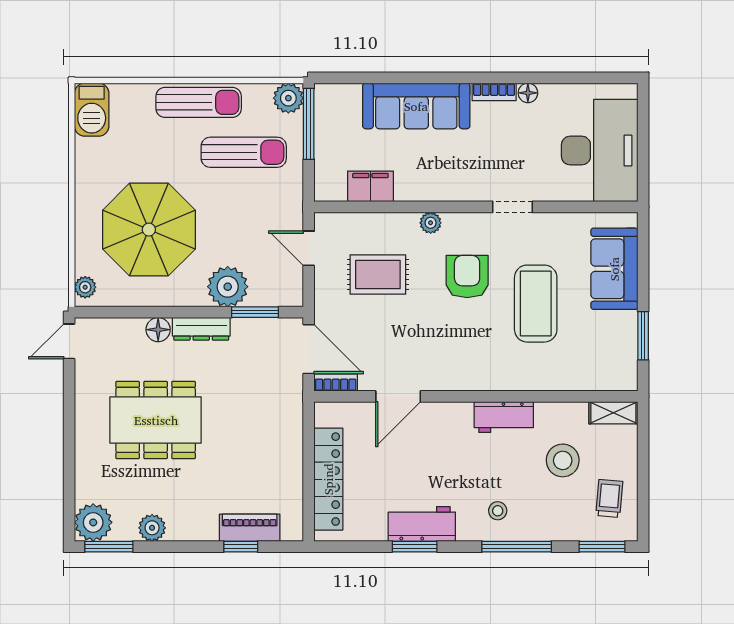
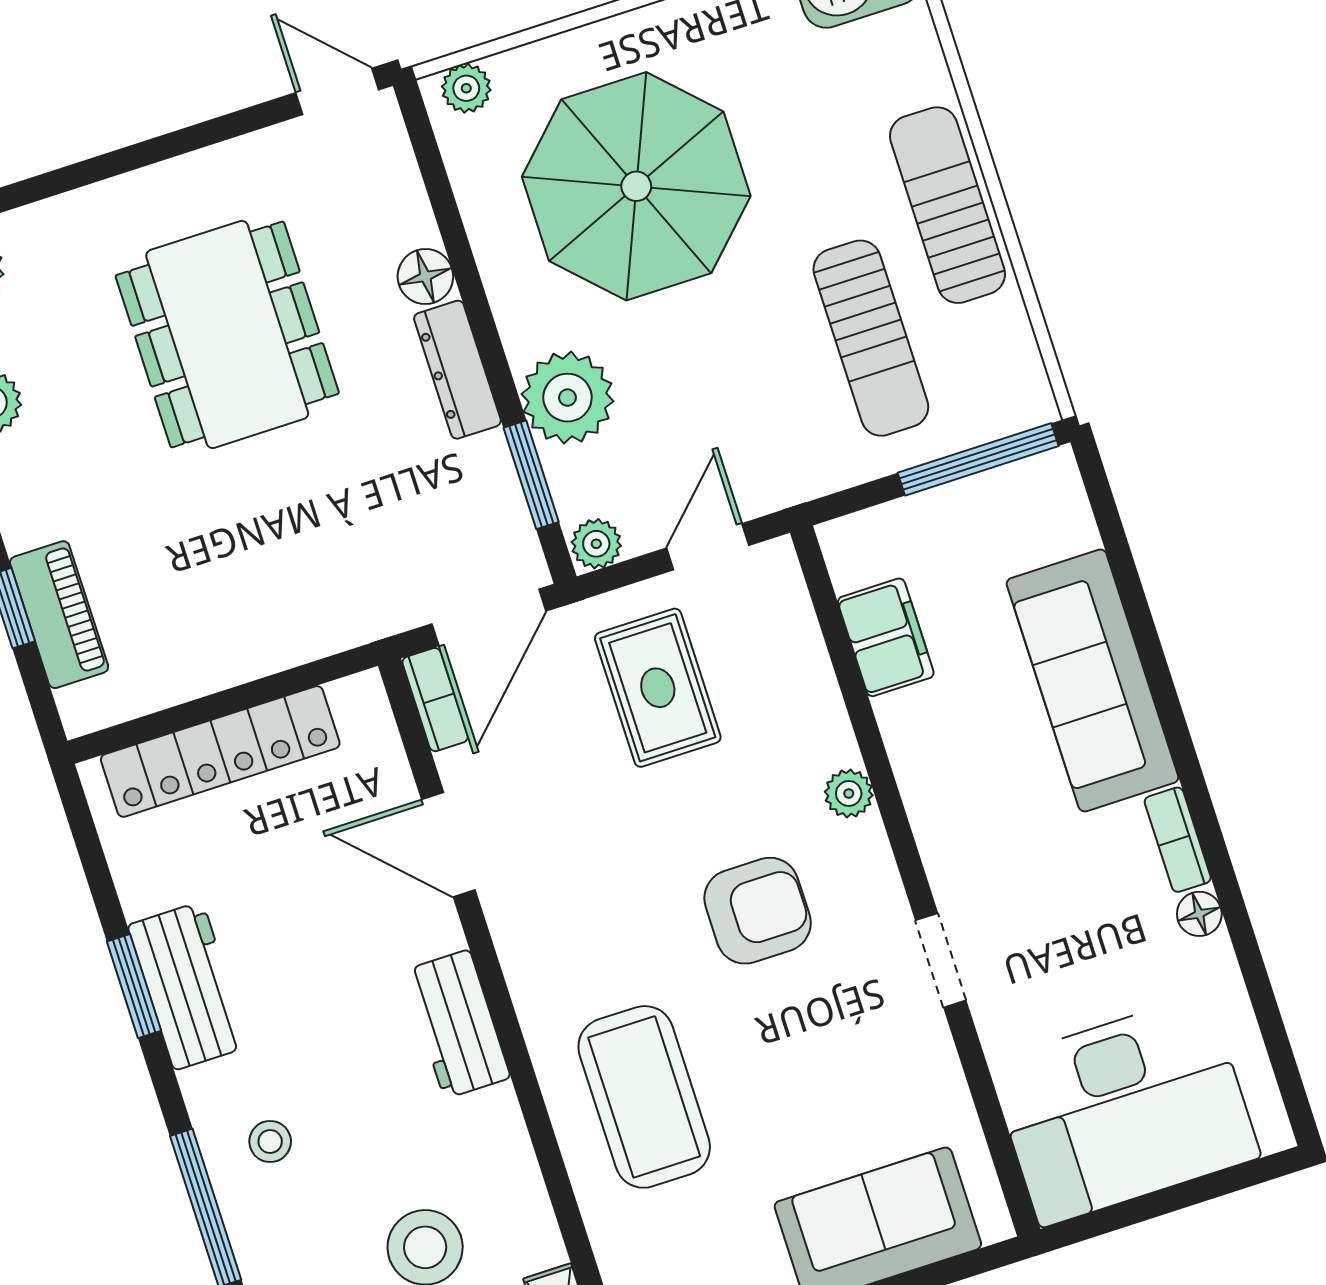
plant: (288, 98) -> (596, 544), moved, width x0.73, depth x0.73
sun lounger: (199, 102) -> (948, 205), turned 180
rug: (378, 274) -> (658, 688), moved
coffee table: (536, 304) -> (644, 1097), moved, turned 90
workbench: (504, 417) -> (457, 1024), moved

